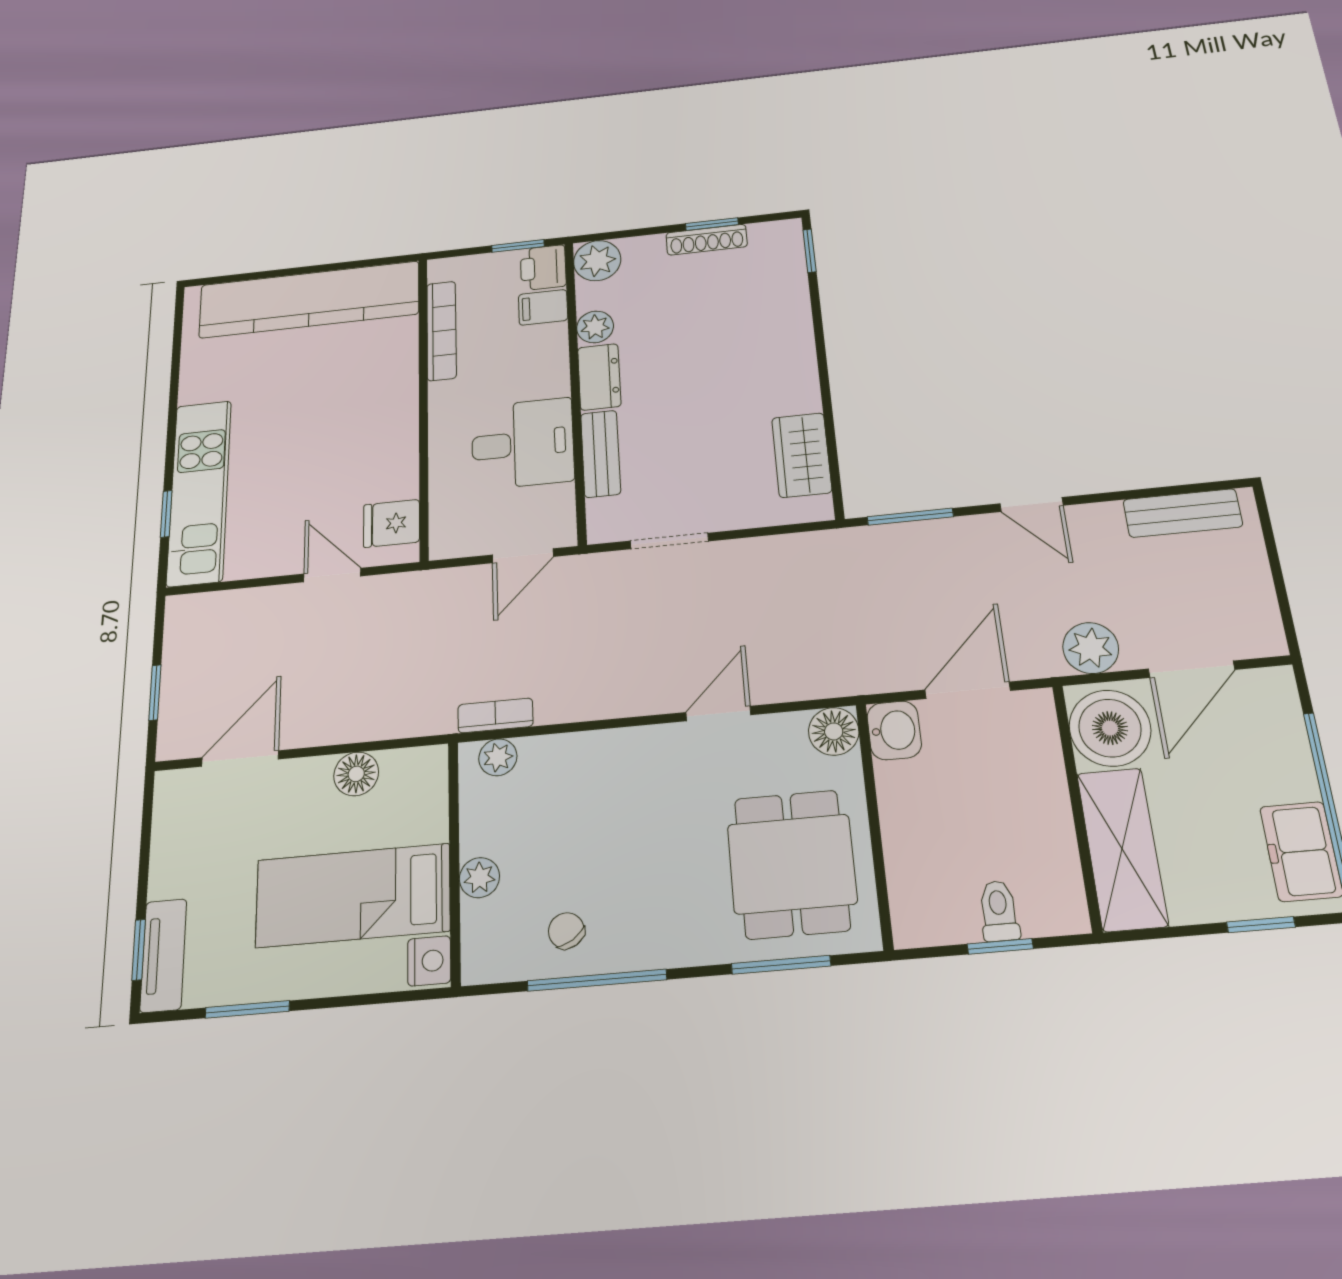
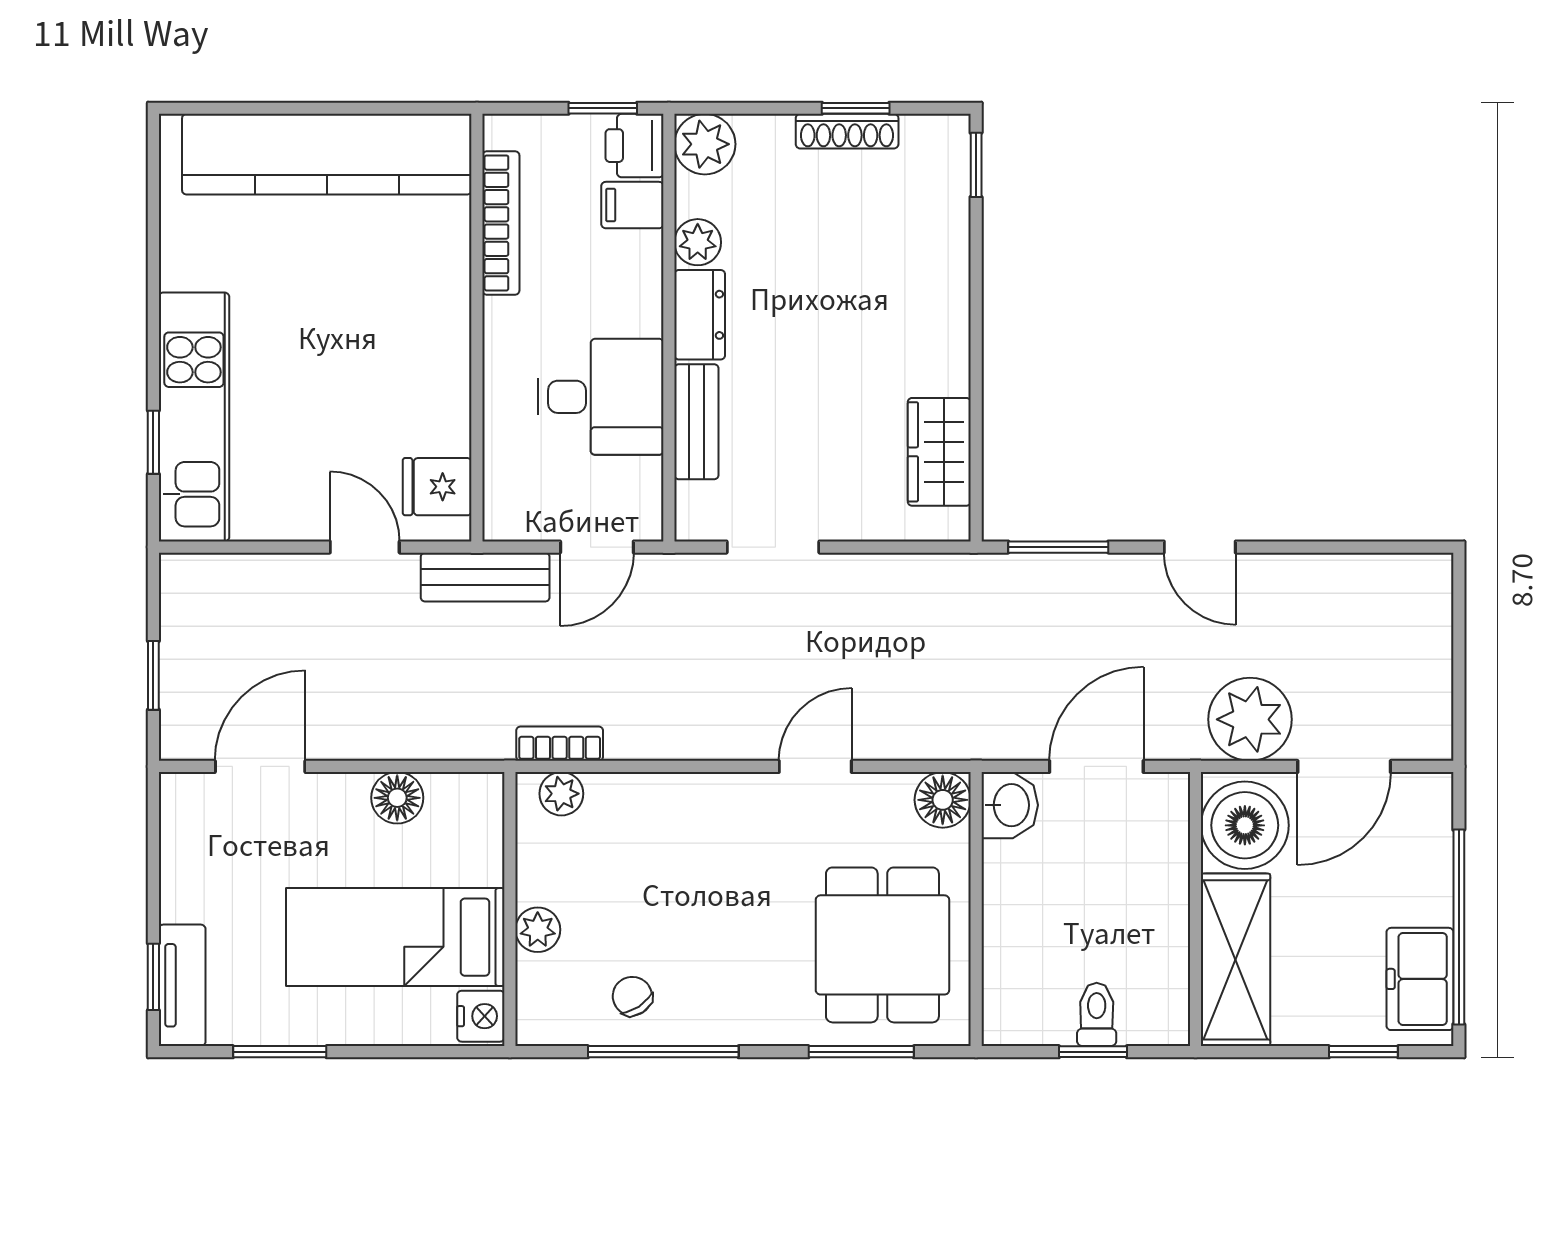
bench: (1183, 513) -> (485, 577), moved
plant: (1091, 648) -> (1250, 719), width x1.36, depth x1.36

